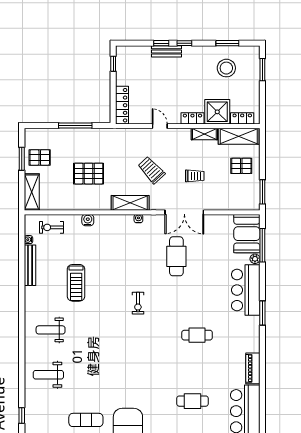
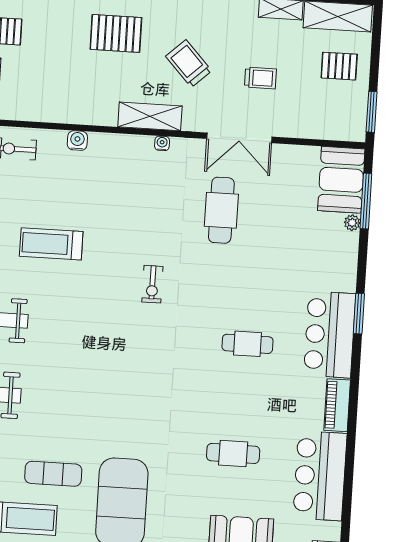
pallet: (89, 174) -> (116, 33), moved
treadmill: (76, 283) -> (51, 244), turned 90
bar counter: (246, 290) -> (330, 334), moved

